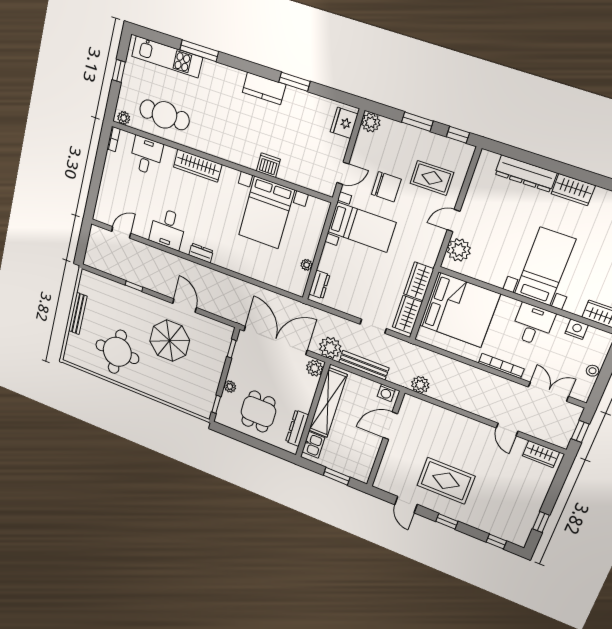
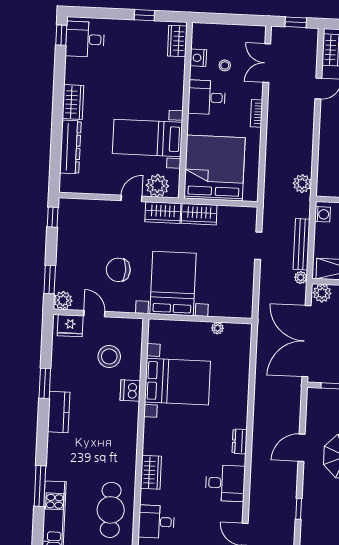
window: (417, 122) -> (50, 279), moved
stool: (305, 154) -> (109, 356), added
wardrobe: (198, 166) -> (151, 472), width x0.67
door: (343, 173) -> (94, 314), moved
rug: (432, 178) -> (98, 230), removed
chair: (386, 187) -> (118, 270), turned -90
door: (454, 220) -> (131, 198), swing flipped
bed with nightstands: (362, 227) -> (173, 284), width x1.36
bed with nightstands: (545, 267) -> (147, 138), moved
dresser: (319, 285) -> (233, 310), removed
wardrobe: (407, 315) -> (163, 213), moved
plant: (330, 348) -> (301, 277), width x0.53, depth x0.53
bookcase: (501, 366) -> (257, 113), width x0.64
stool: (592, 371) -> (225, 65), moved

